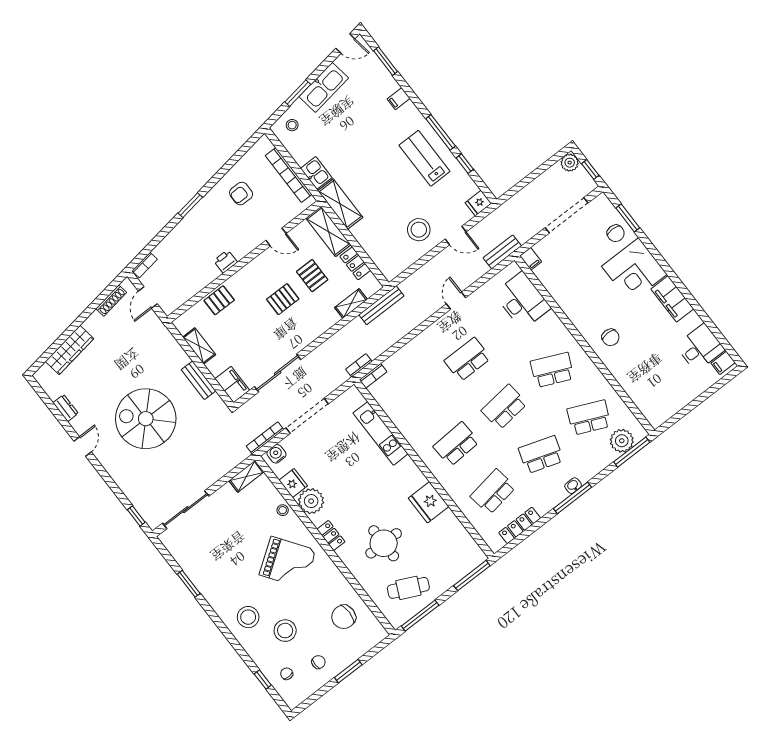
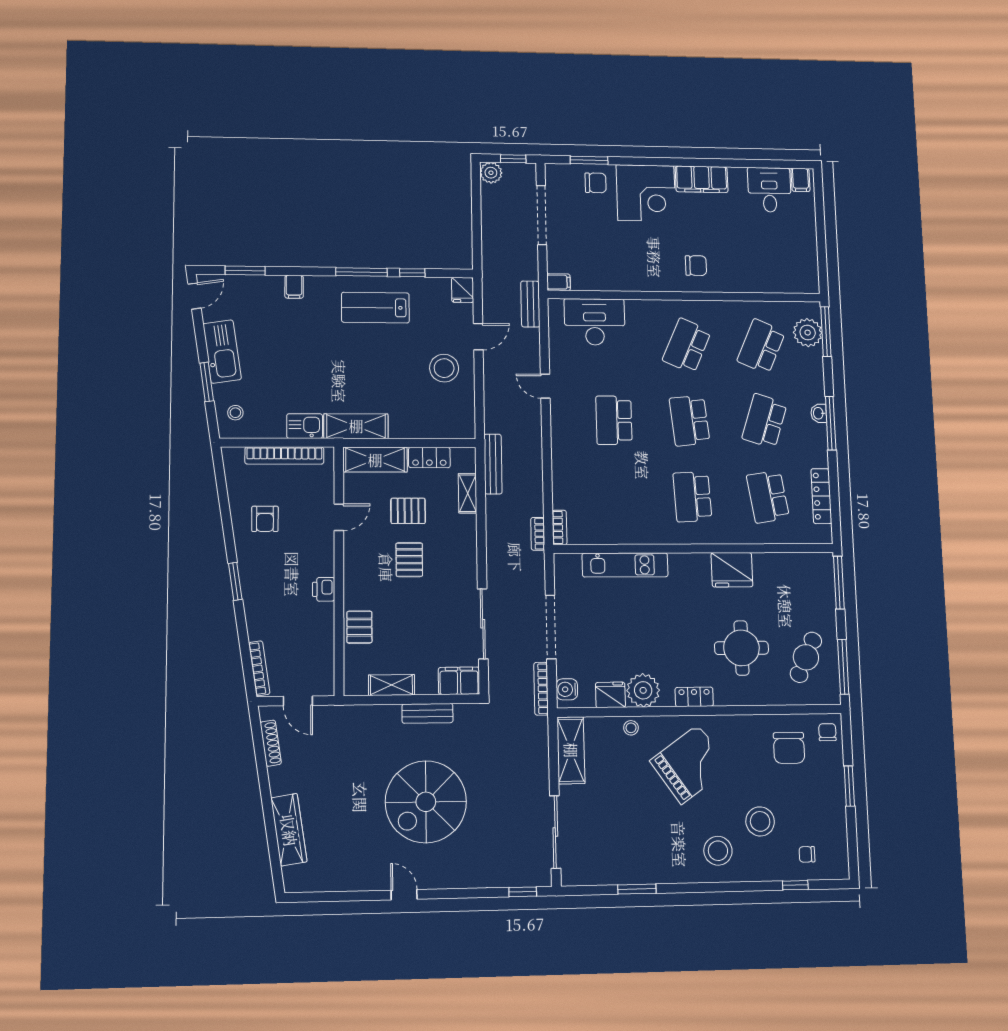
bookcase: (145, 265) -> (259, 668), width x1.56
dresser: (66, 408) -> (348, 882), removed
shelving: (247, 476) -> (571, 750), width x1.50, depth x1.33
chair: (318, 662) -> (827, 732), moved

